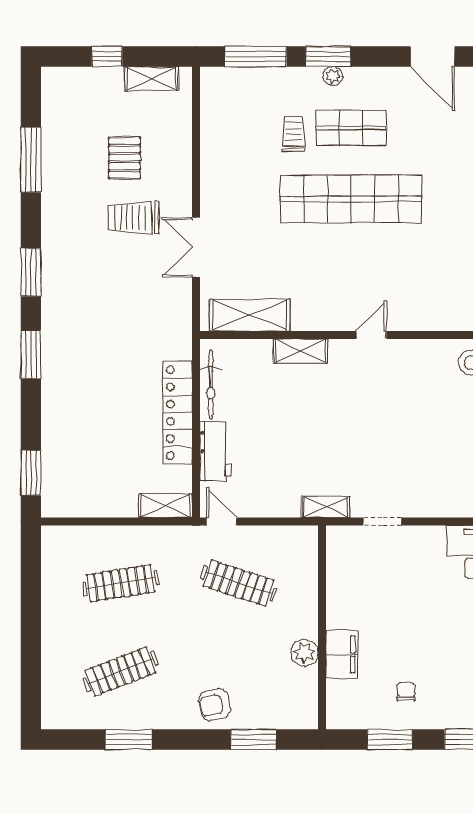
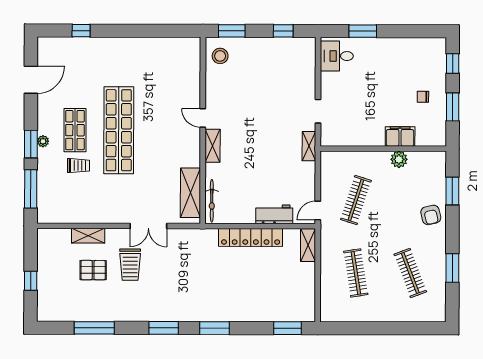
shelving: (151, 79) -> (88, 236), moved, turned 90
trolley: (294, 134) -> (78, 166), turned 180
shelving: (301, 351) -> (213, 146), moved
bicycle: (211, 385) -> (212, 201), moved, turned 90

